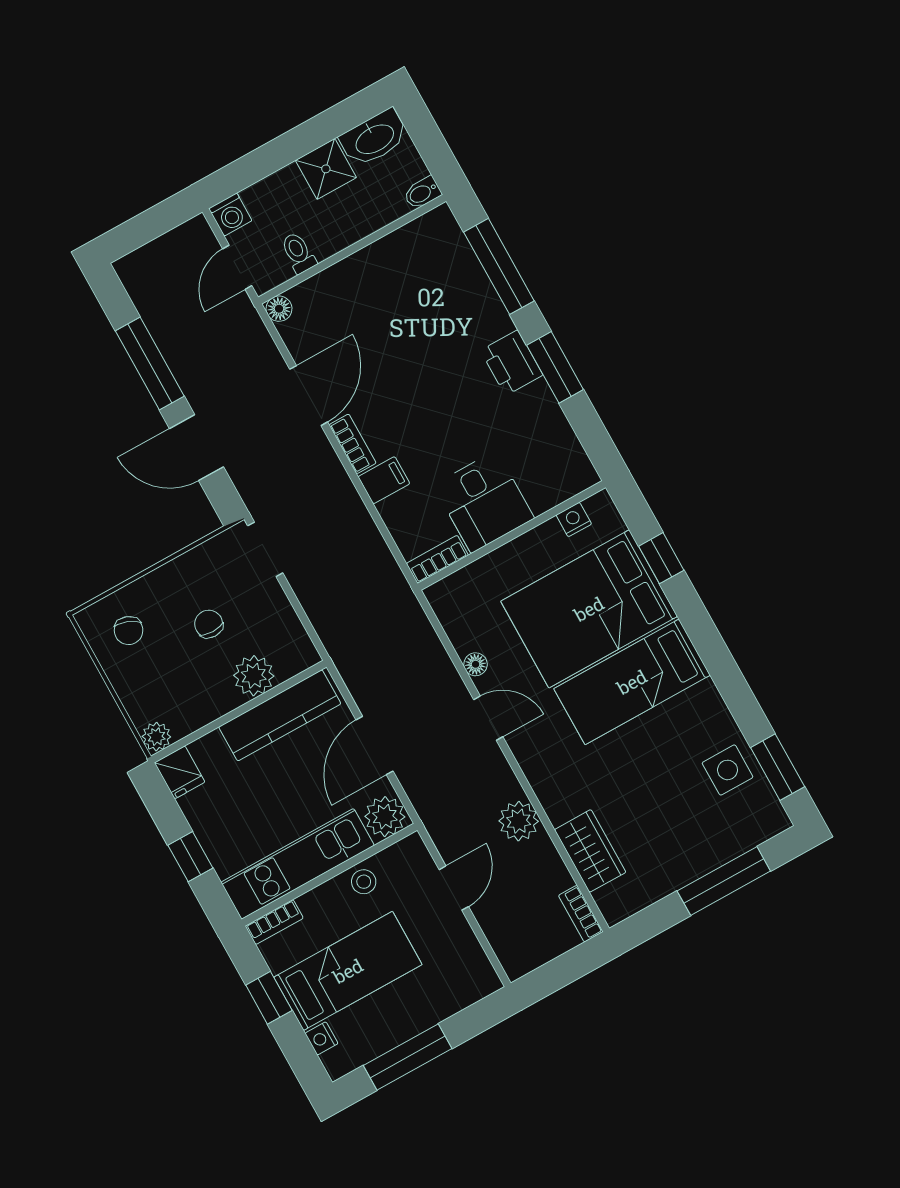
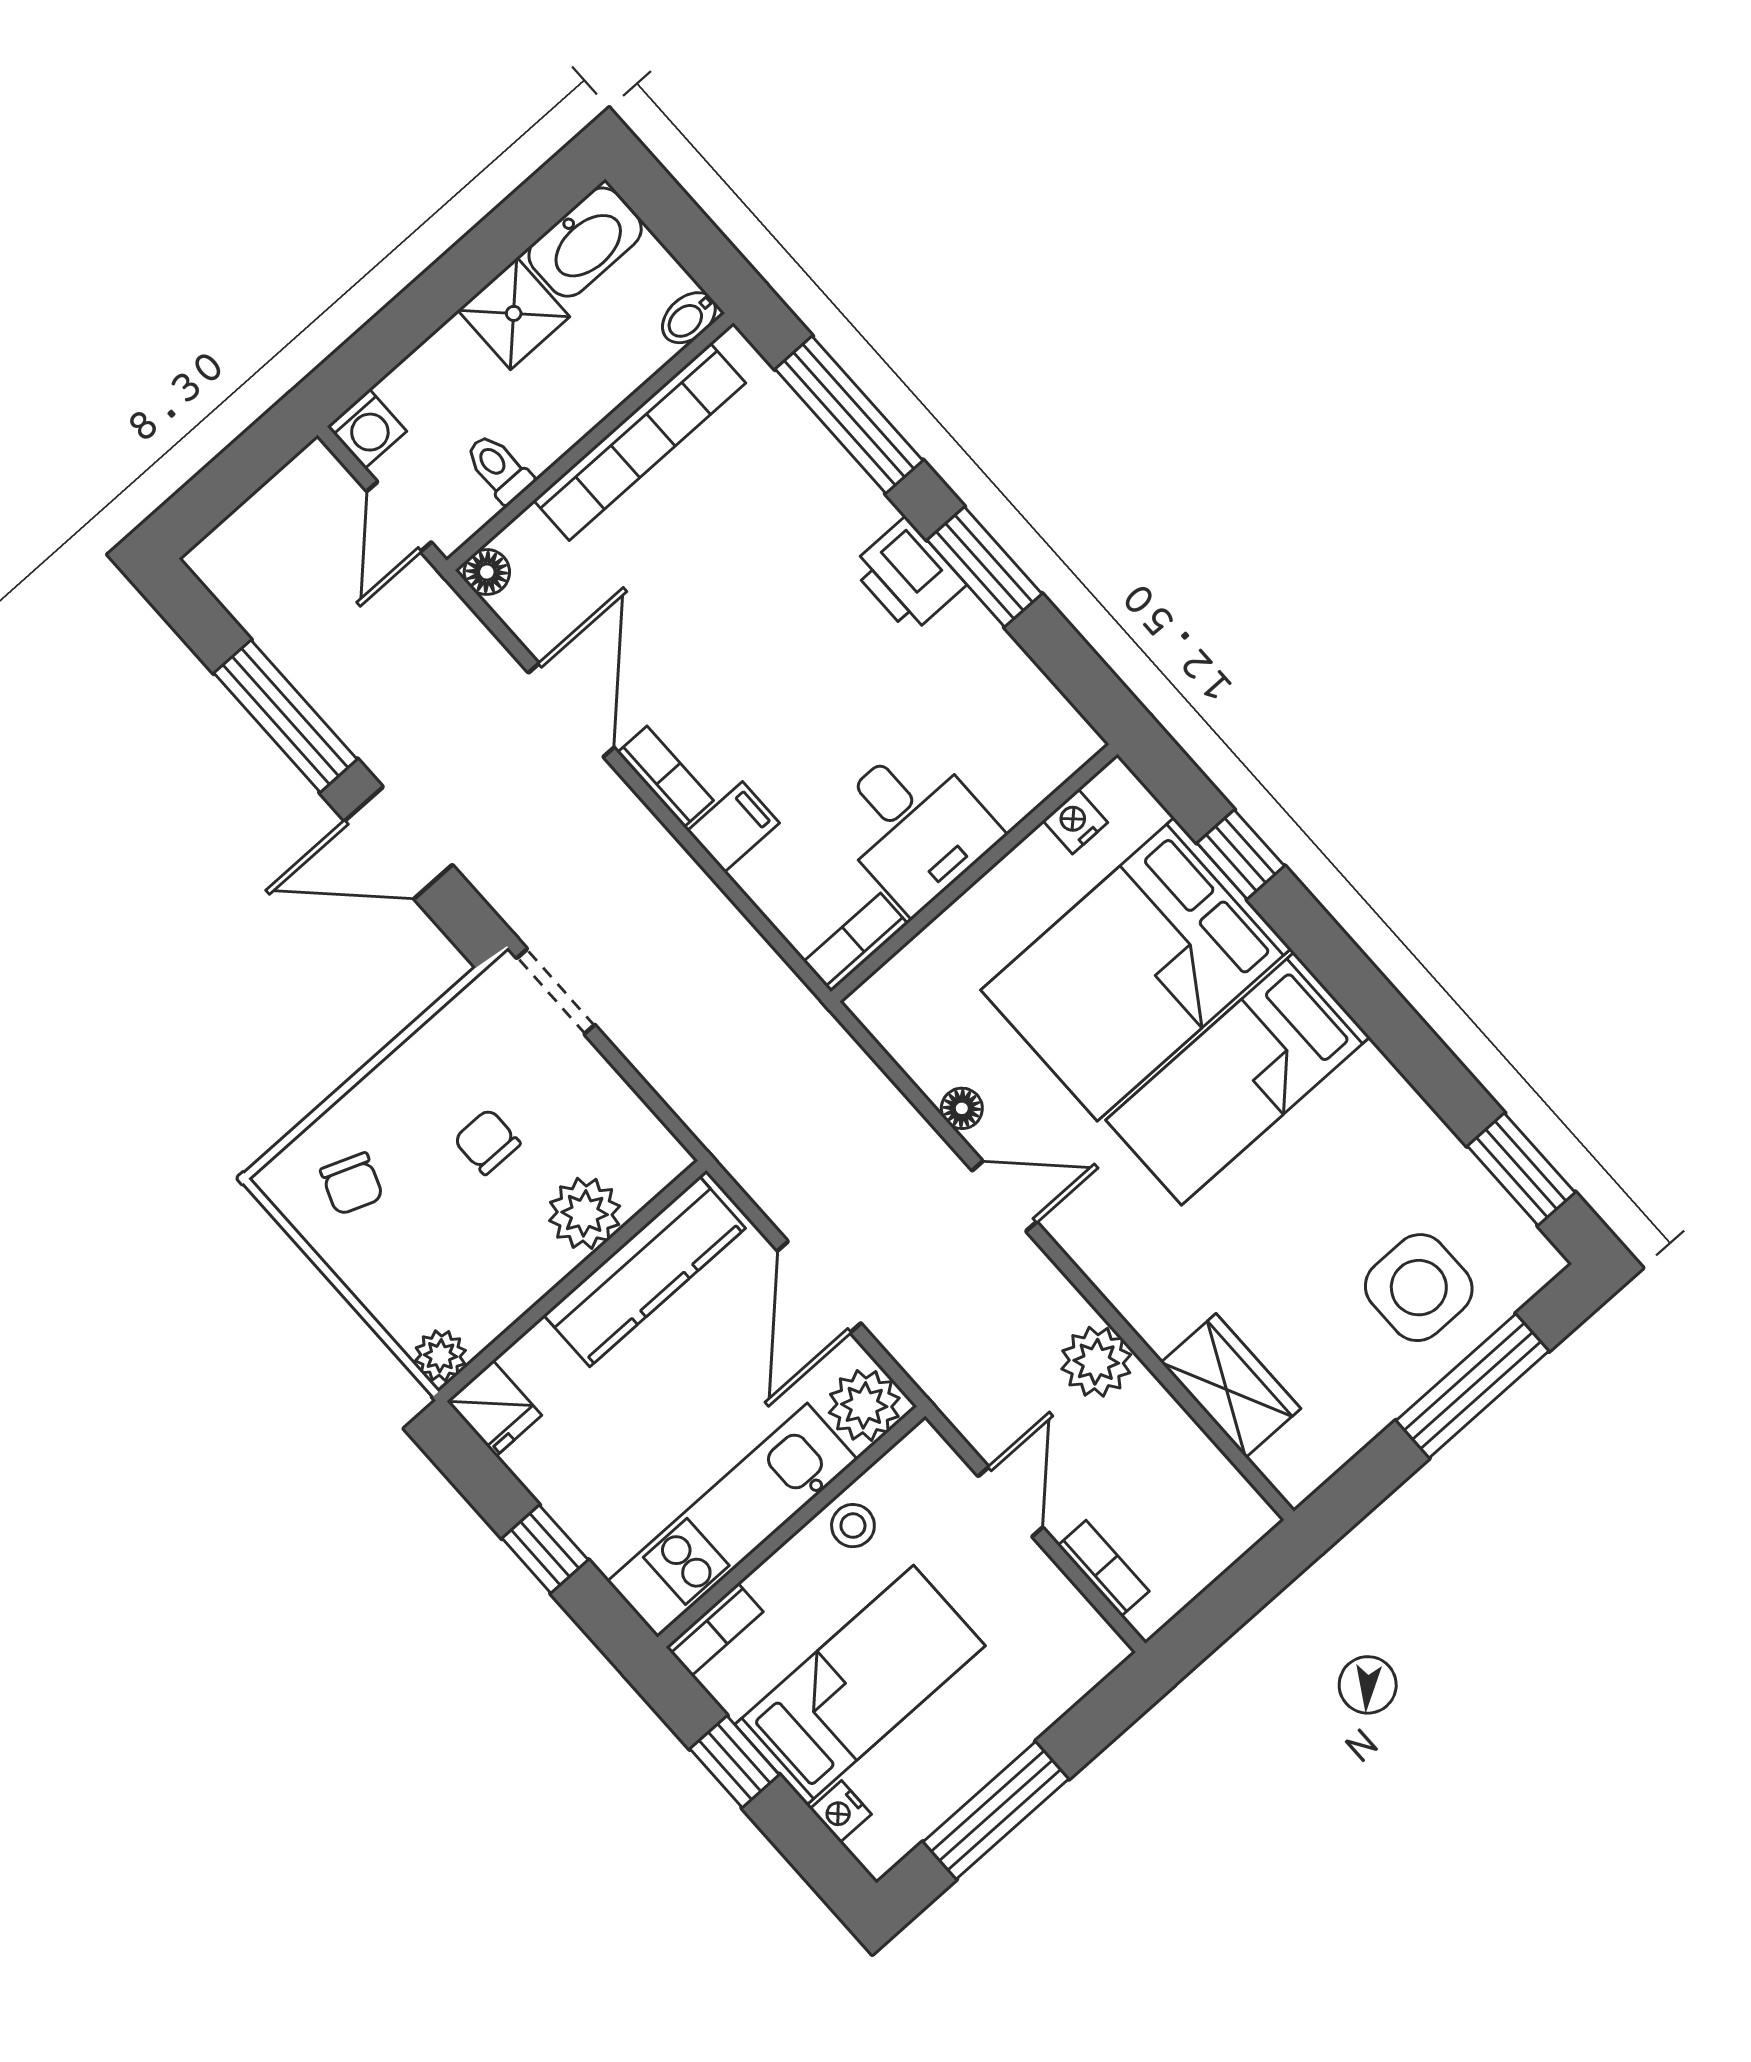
bookcase: (380, 255) -> (640, 442), added
side table: (728, 770) -> (1419, 1288), moved, width x1.37, depth x1.37
bookcase: (581, 914) -> (1104, 1568), moved, turned 180

